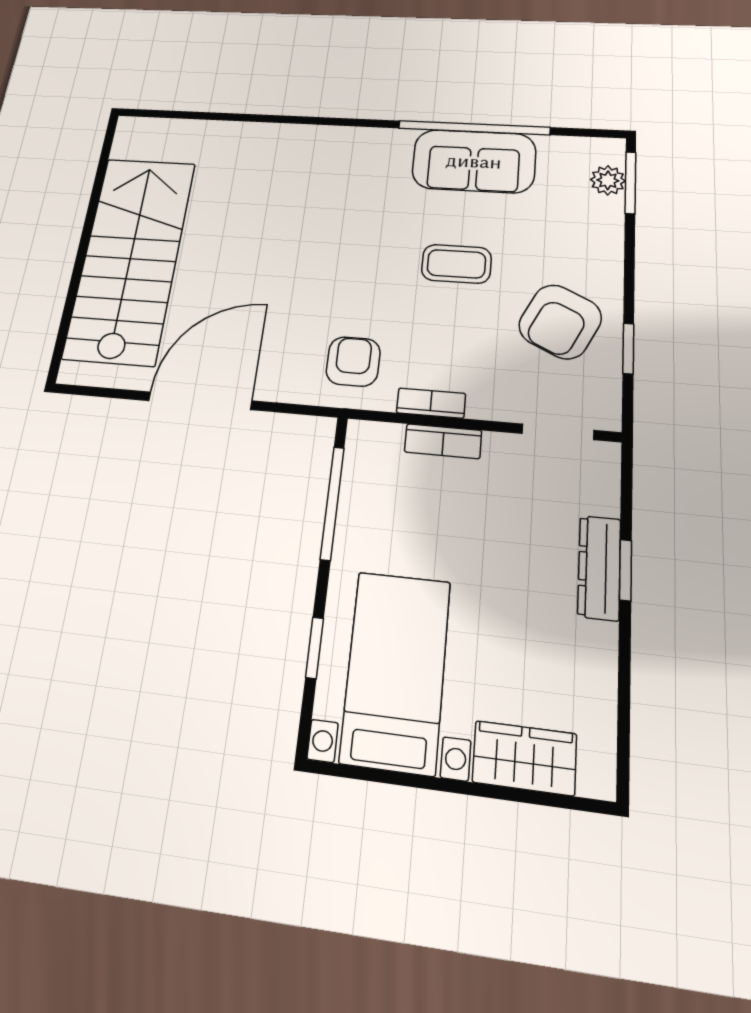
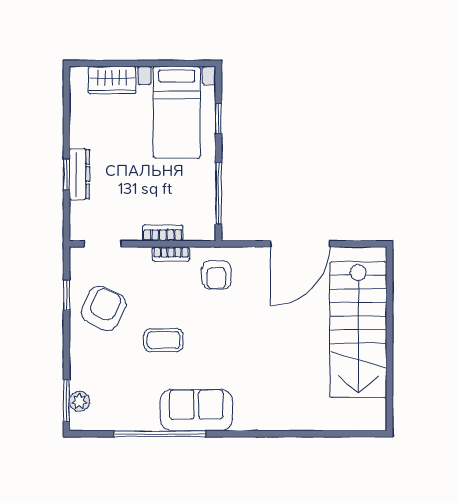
sofa: (474, 161) -> (196, 410), moved

